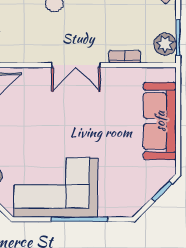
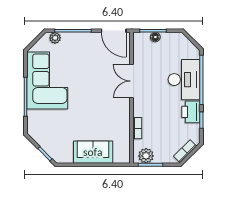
double door: (76, 65) -> (132, 81), moved
sofa: (160, 121) -> (93, 152), width x0.73

